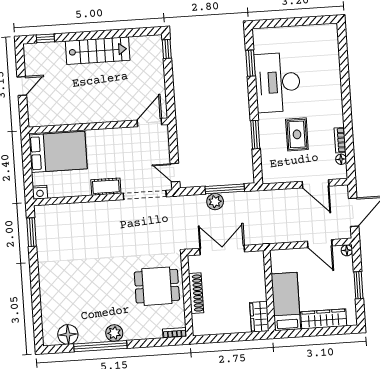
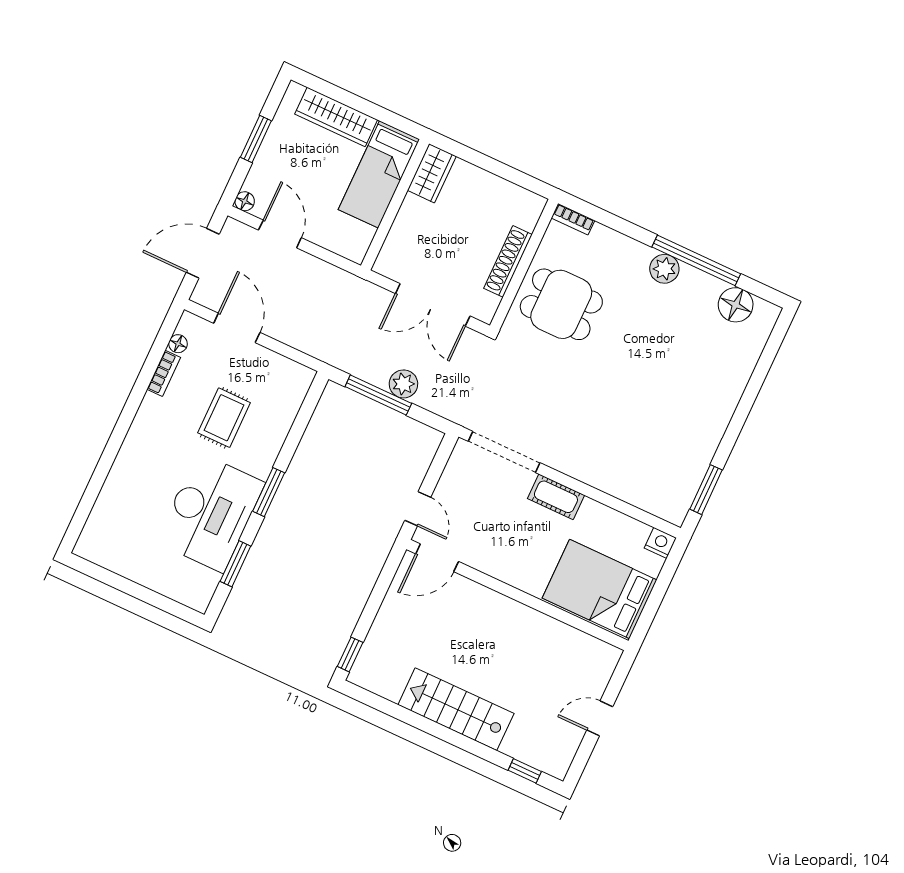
window: (255, 135) -> (269, 492), moved
door: (175, 173) -> (418, 509), moved

